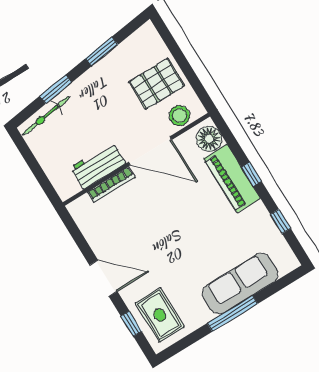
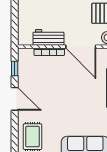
window: (131, 324) -> (15, 69), moved

